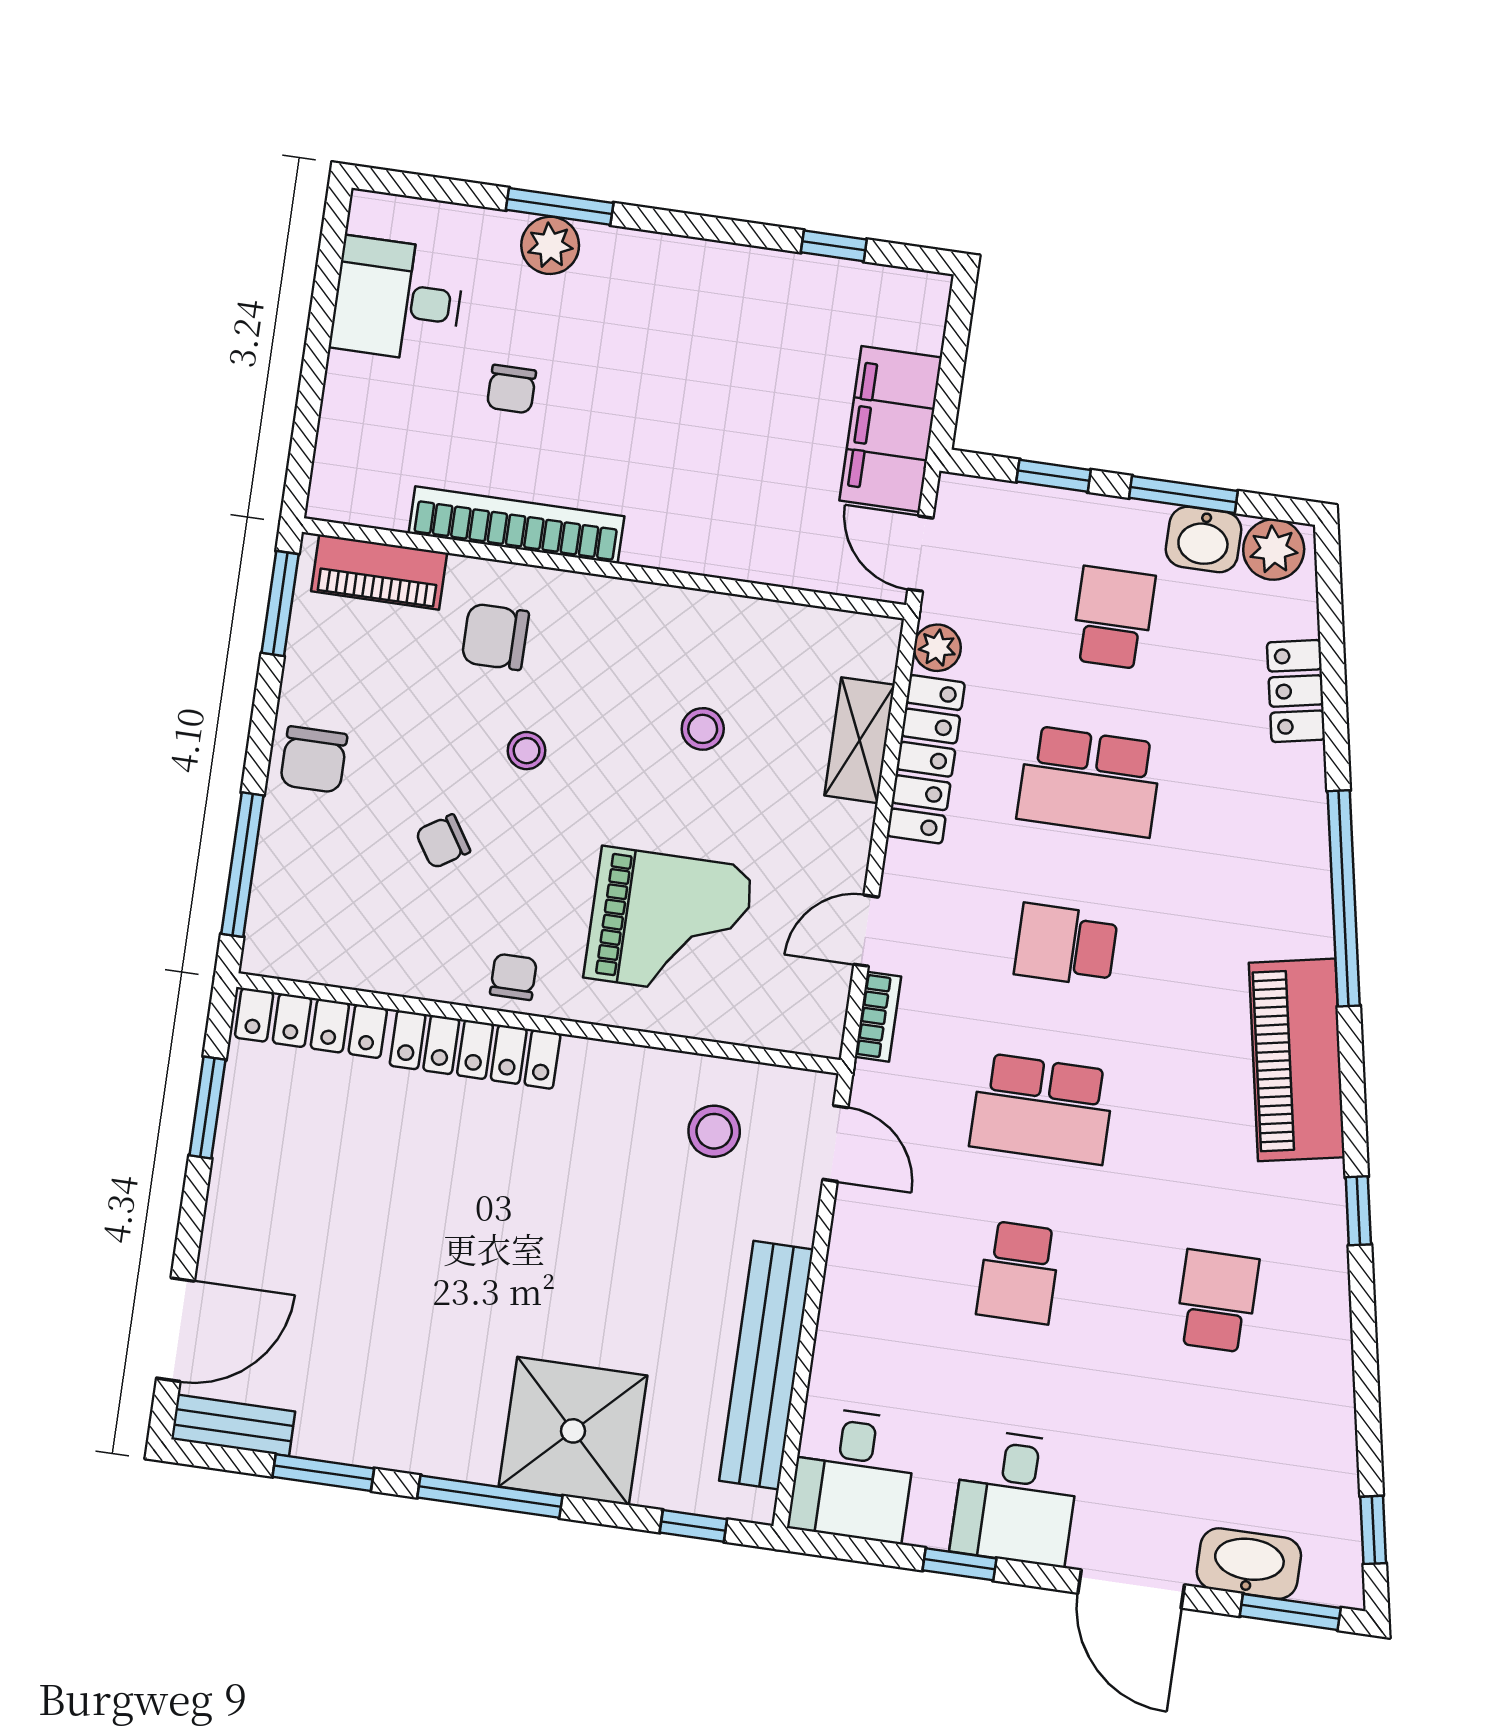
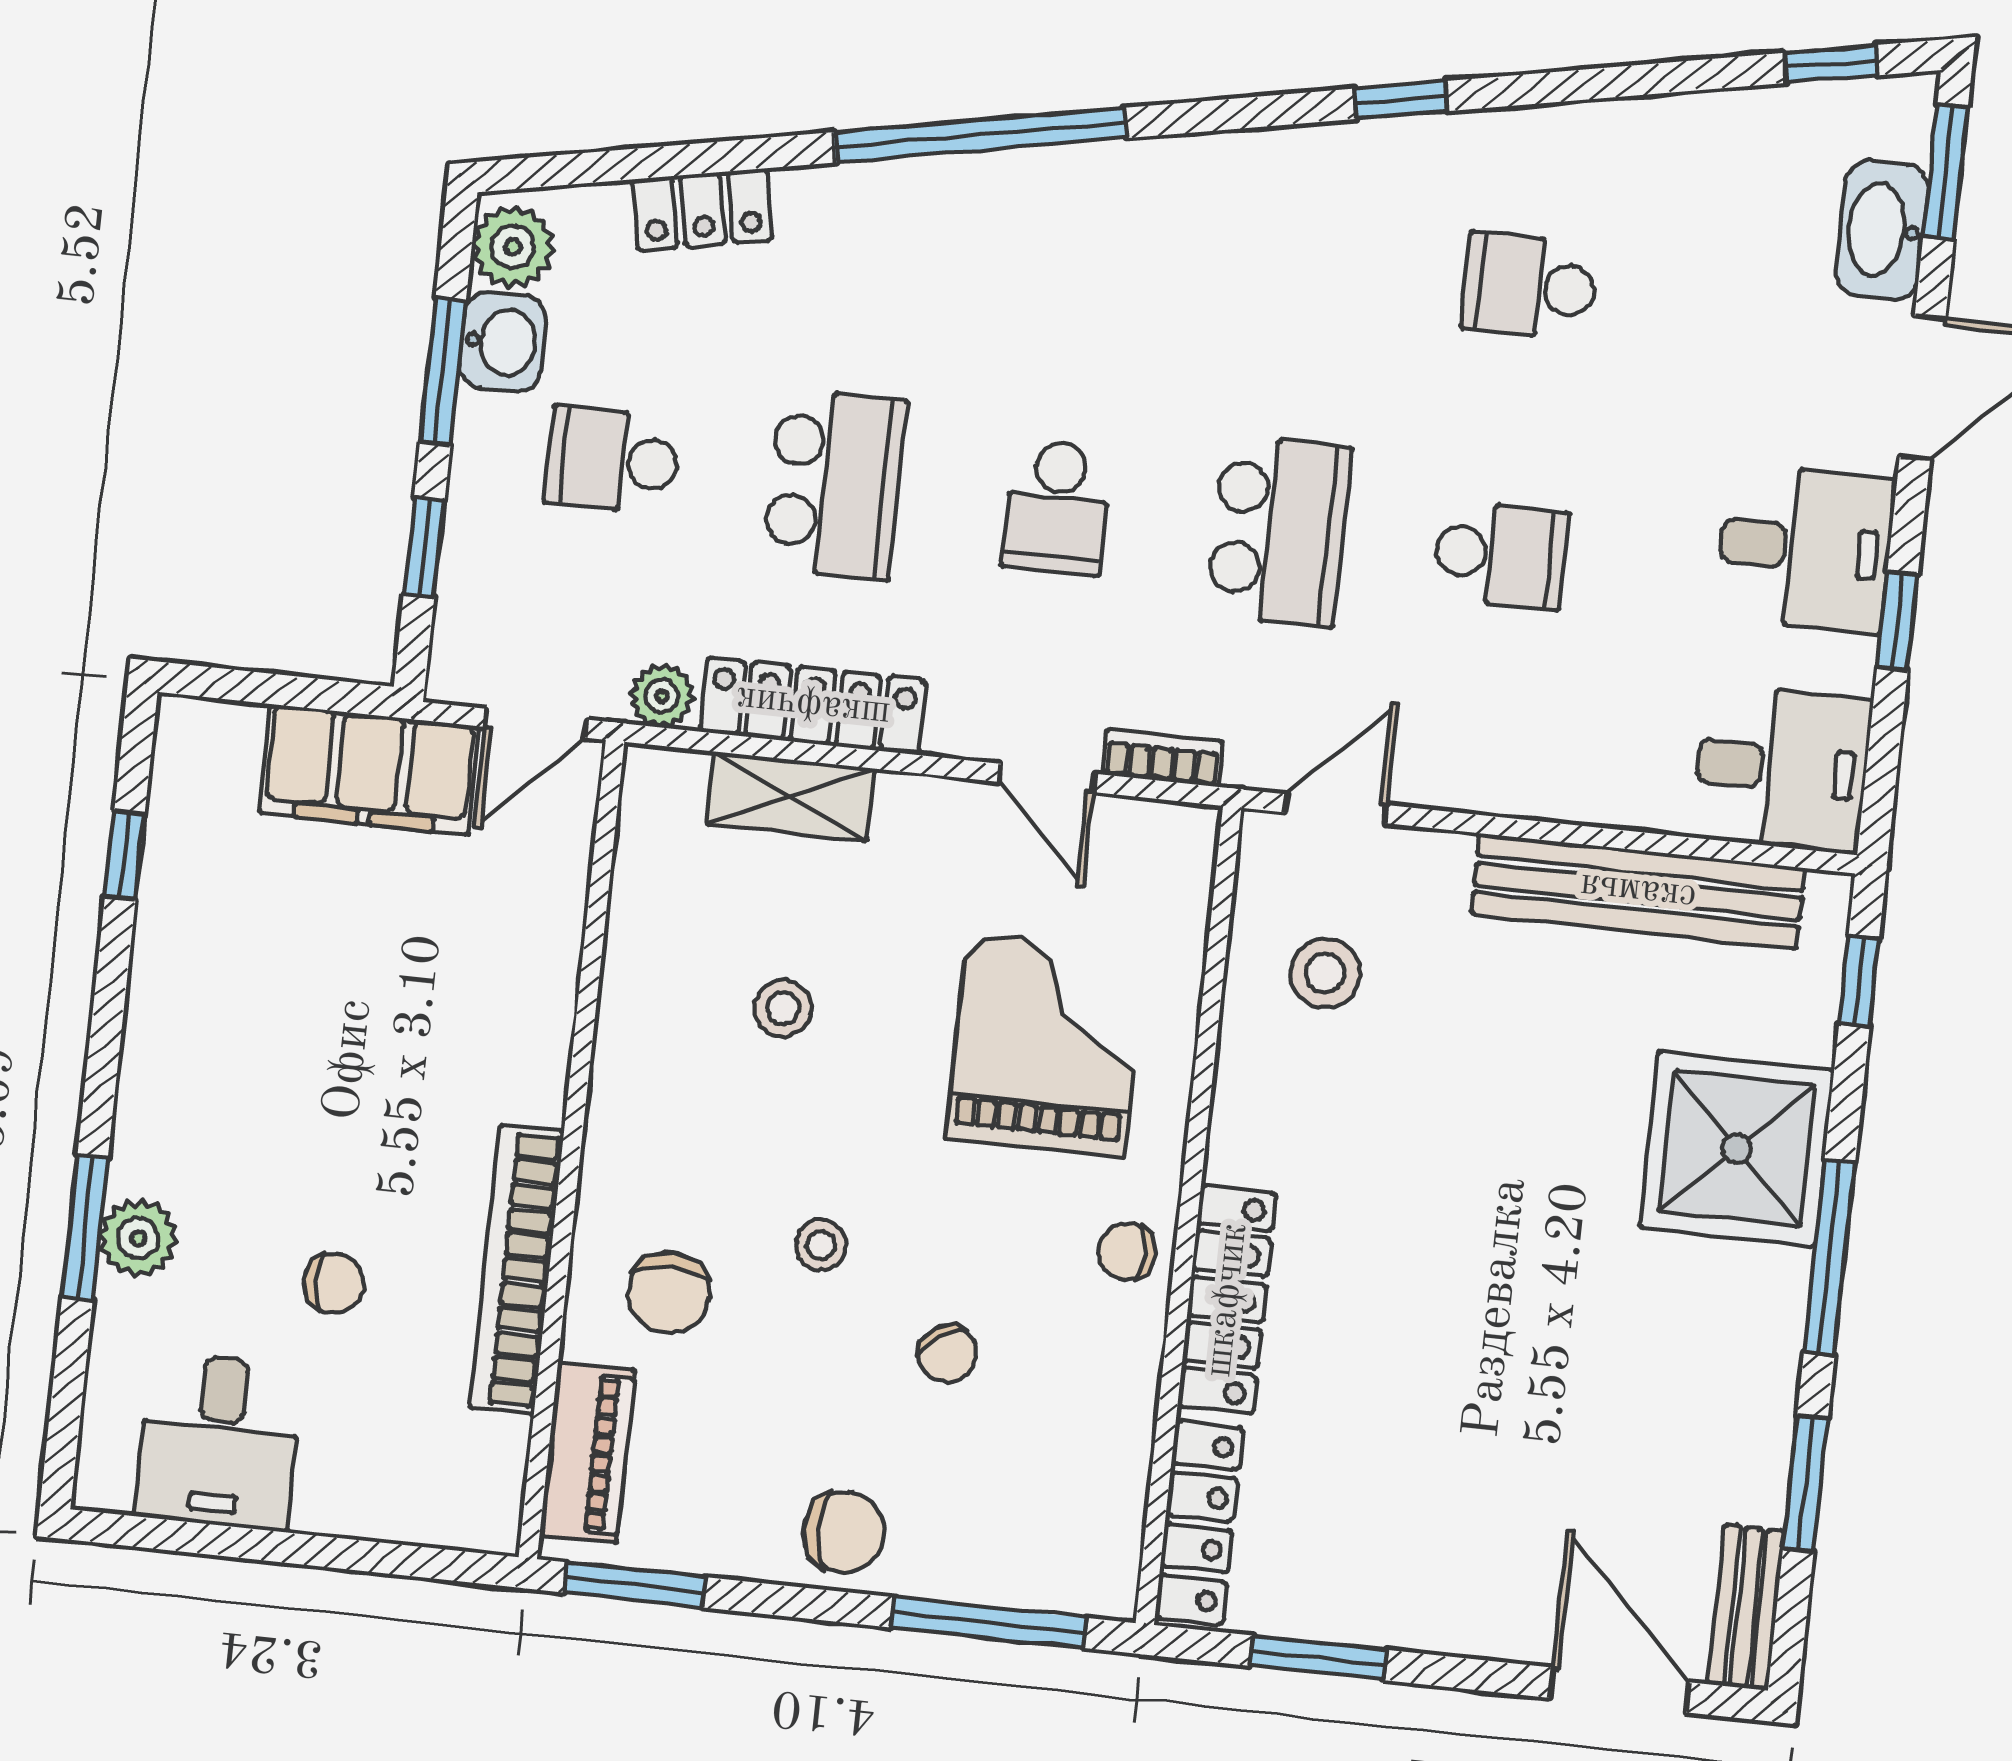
piano: (1297, 1060) -> (1200, 190), removed

